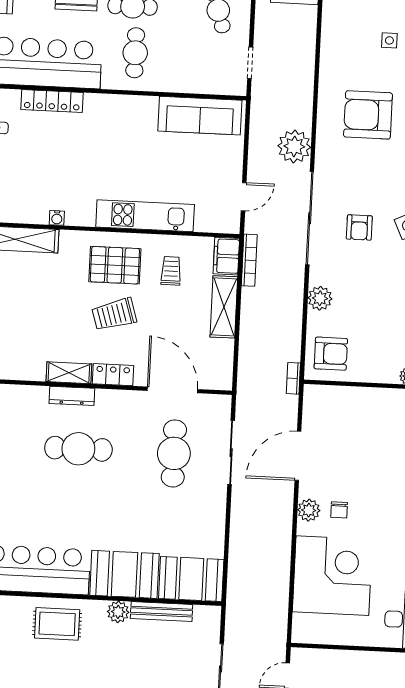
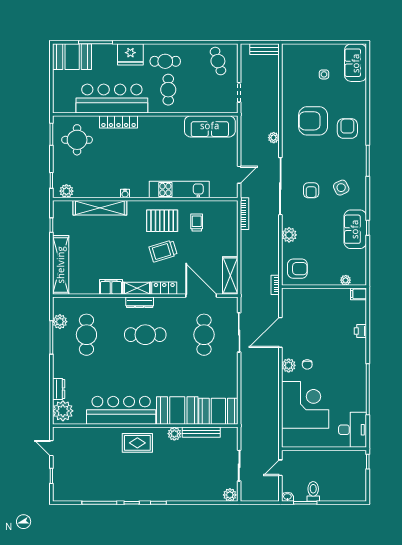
plant: (294, 146) -> (274, 138), width x0.53, depth x0.53
filing cabinet: (226, 256) -> (111, 287), moved, turned 90
shelving: (224, 307) -> (230, 275), moved

